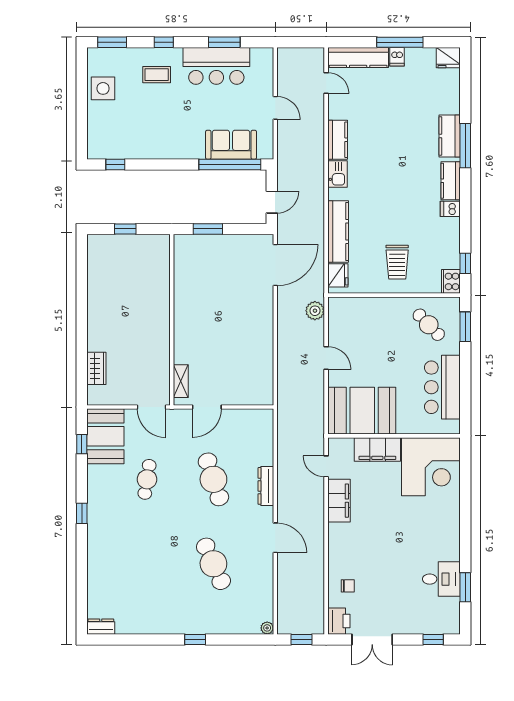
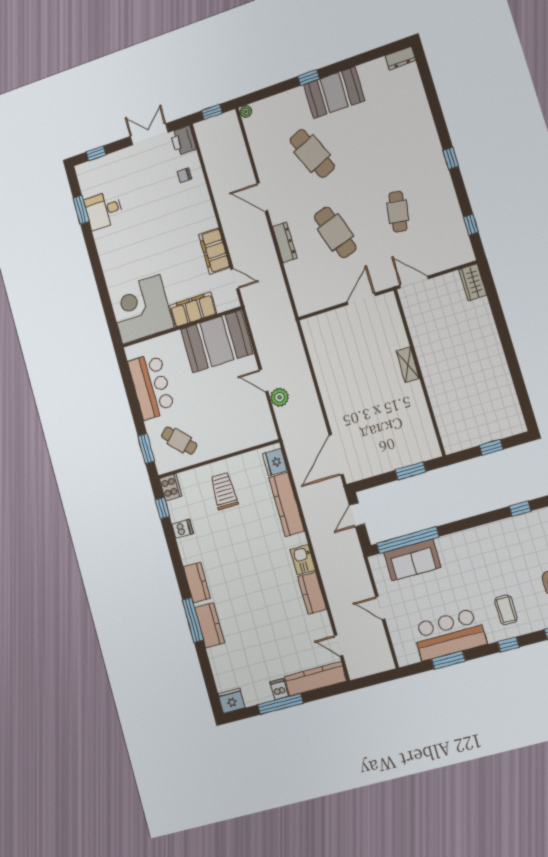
coffee table: (157, 75) -> (506, 610), turned 90
dishwasher: (450, 209) -> (183, 529), moved
plant: (315, 311) -> (280, 397), moved
wardrobe: (96, 368) -> (473, 282), moved
shelving: (181, 381) -> (408, 365), moved
booth: (105, 436) -> (334, 93), moved, turned 90

